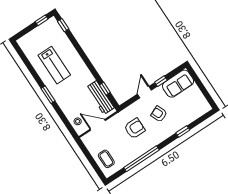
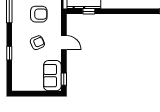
window: (161, 81) -> (64, 79), moved
armchair: (135, 128) -> (39, 14), turned -90

